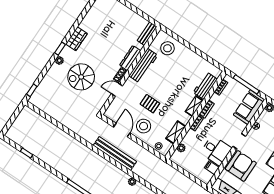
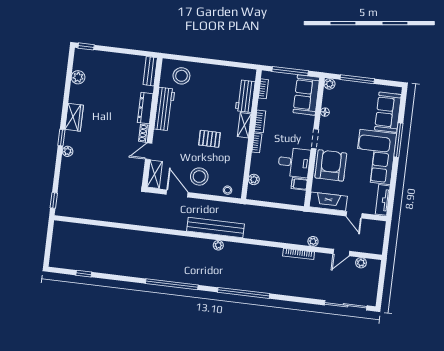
plant: (94, 12) -> (78, 77), added
spiral stairs: (81, 77) -> (101, 157), removed
pallet: (150, 104) -> (210, 139), moved
shelving: (176, 132) -> (155, 174), moved
bench: (115, 153) -> (215, 228), moved

